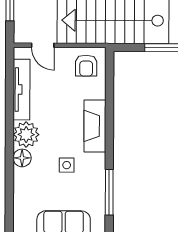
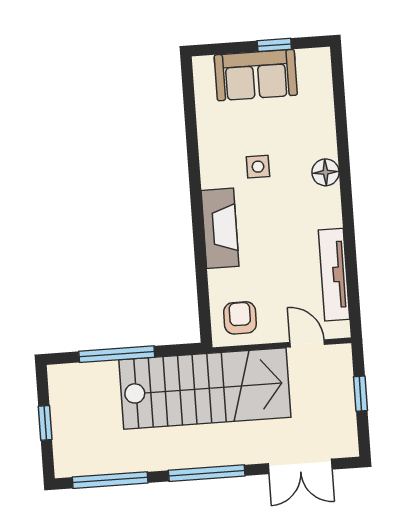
plant: (26, 134) -> (322, 208), removed
window: (109, 192) -> (191, 131), removed

